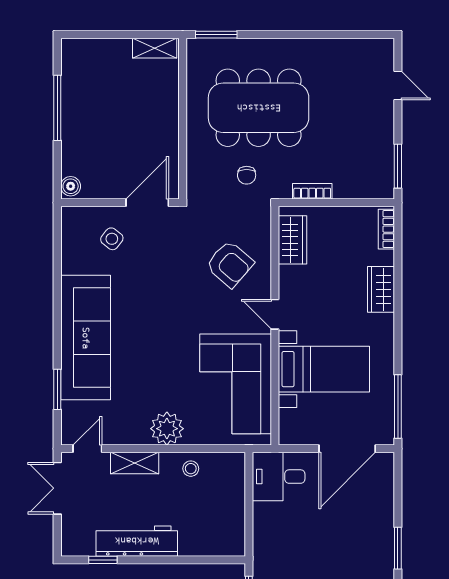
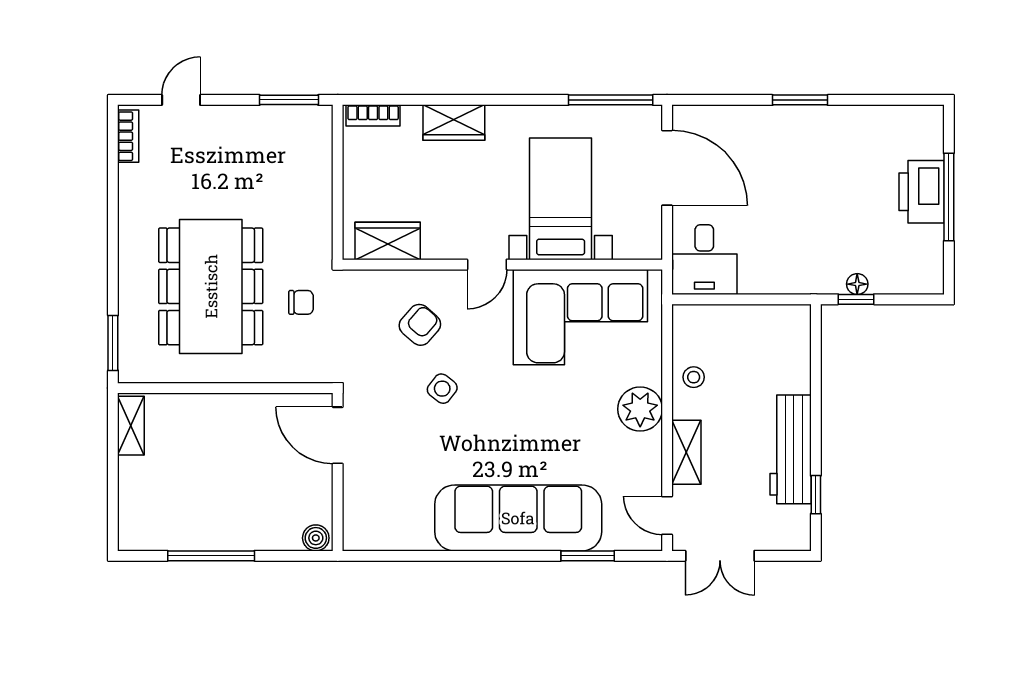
bookcase: (312, 191) -> (128, 136), moved, turned 180
side table: (112, 239) -> (442, 389), moved
armchair: (230, 264) -> (420, 325), width x0.72, depth x0.72

